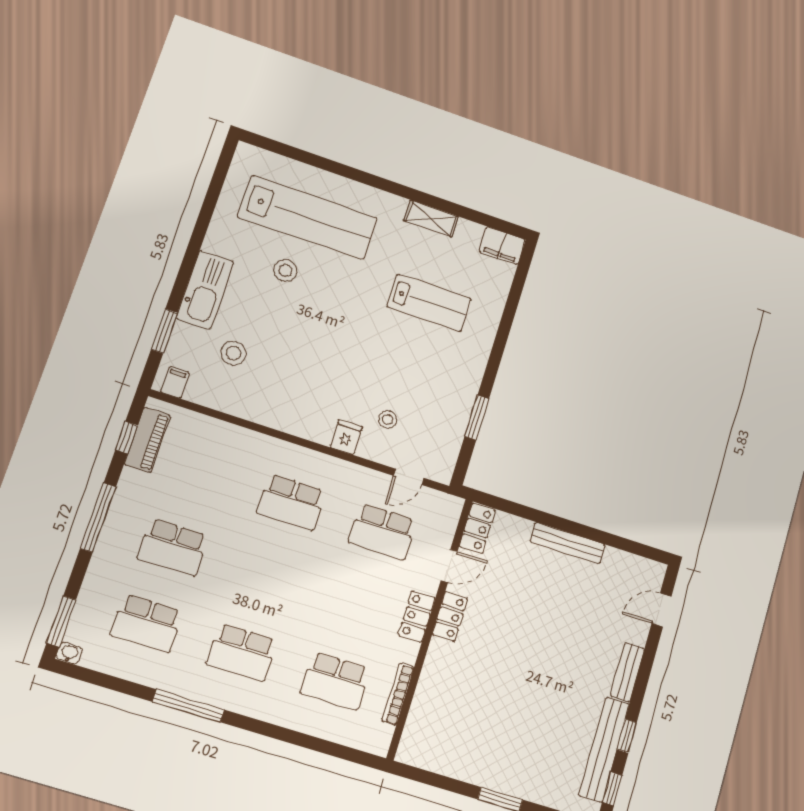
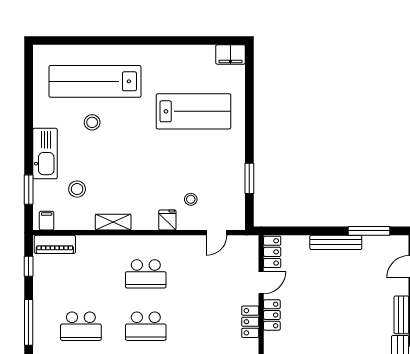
lab bench: (308, 218) -> (95, 81), turned 180
shelving: (431, 218) -> (113, 222), moved
lab bench: (429, 303) -> (193, 111), width x1.36, depth x1.39
piano: (147, 440) -> (55, 244), moved, turned 90
school desk: (382, 531) -> (146, 326), moved
window: (617, 542) -> (369, 231), added

